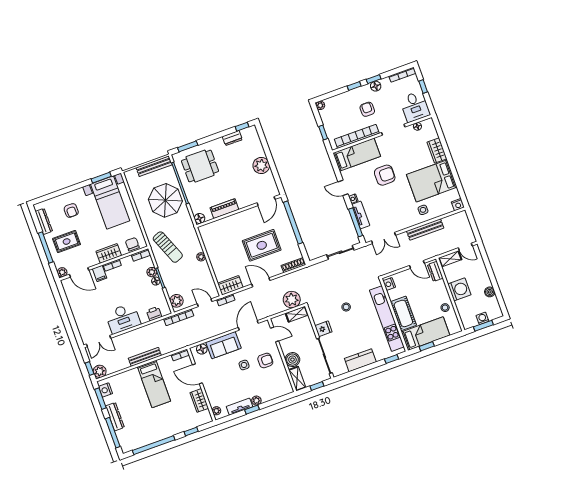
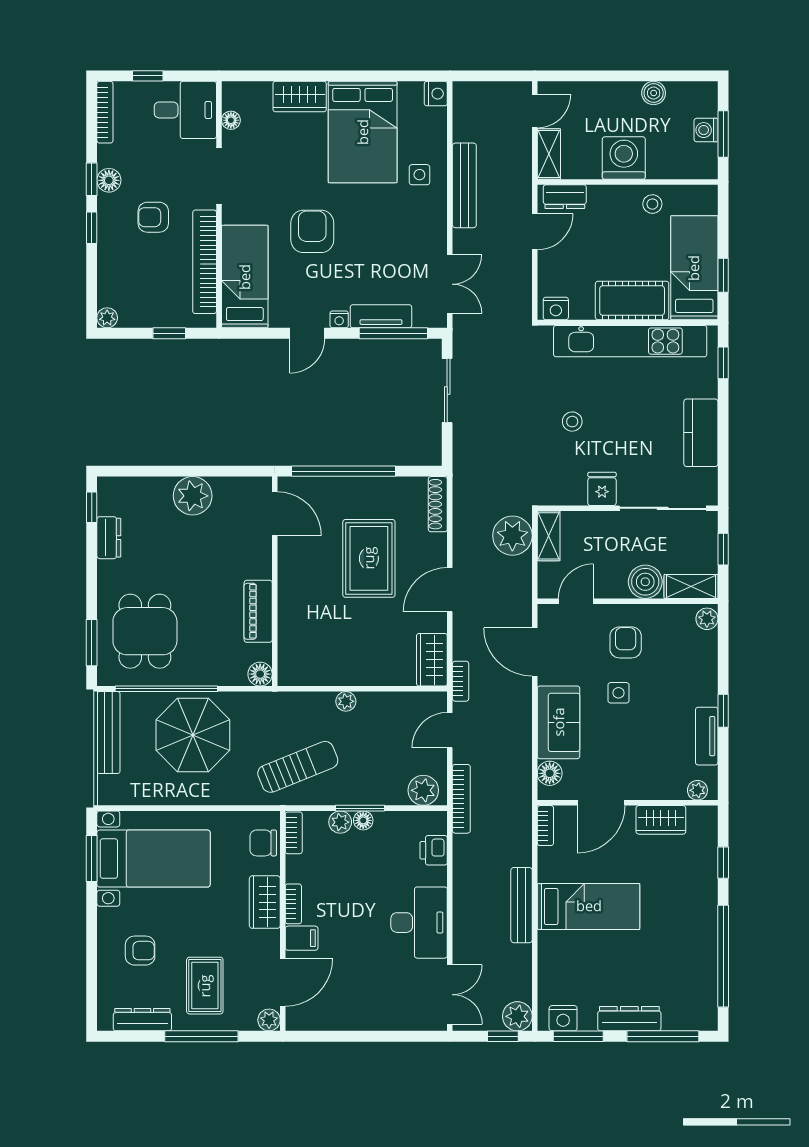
plant: (256, 401) -> (707, 619), moved

